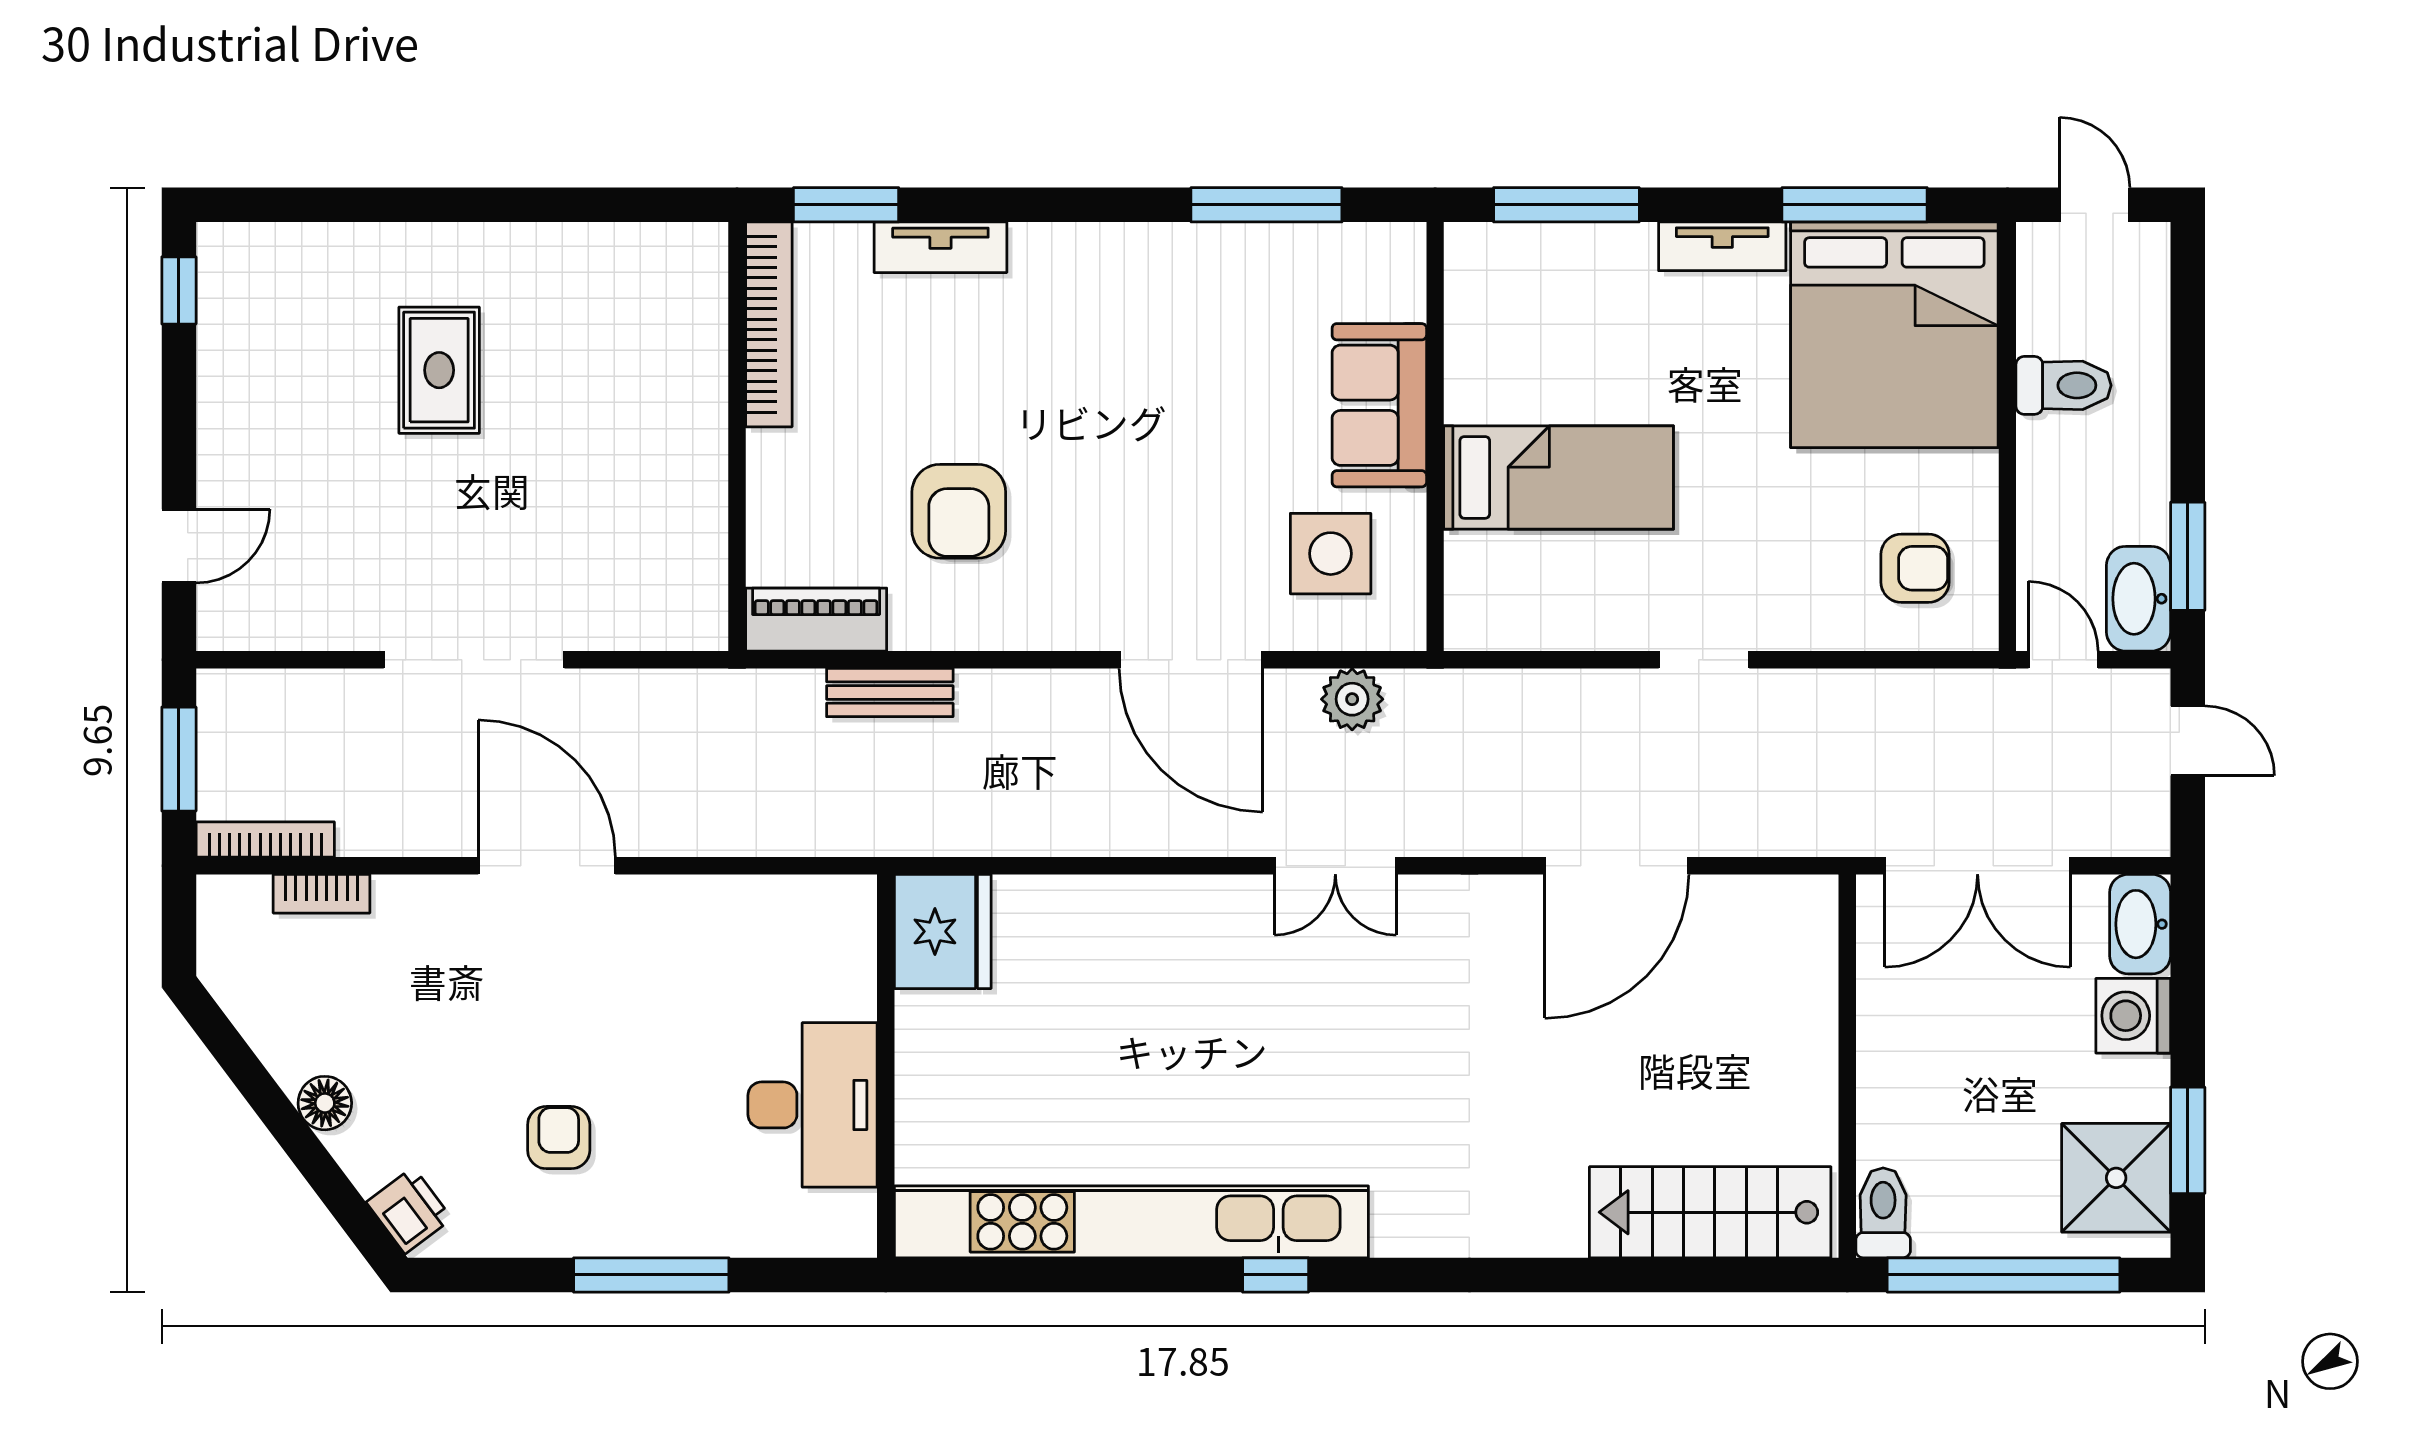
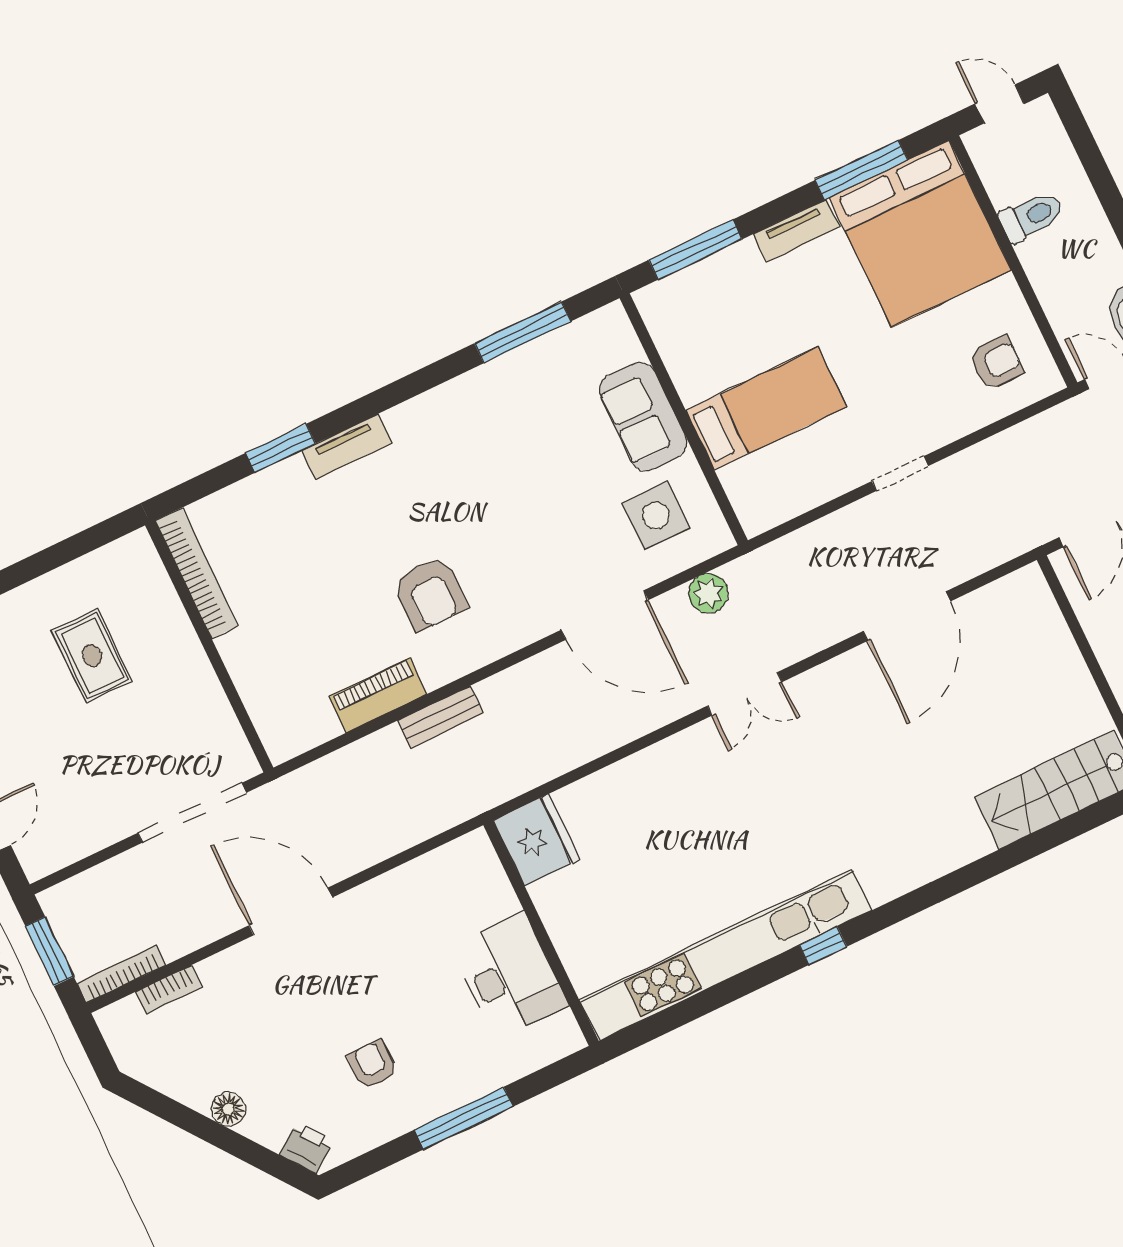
bookcase: (769, 324) -> (197, 573), moved
wall: (737, 437) -> (209, 647), moved

